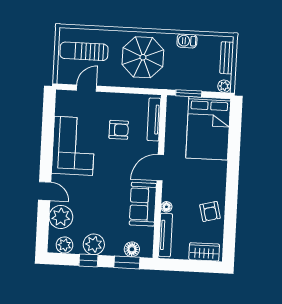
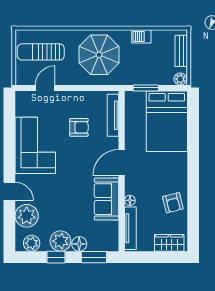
floor lamp: (132, 249) -> (79, 244), moved

